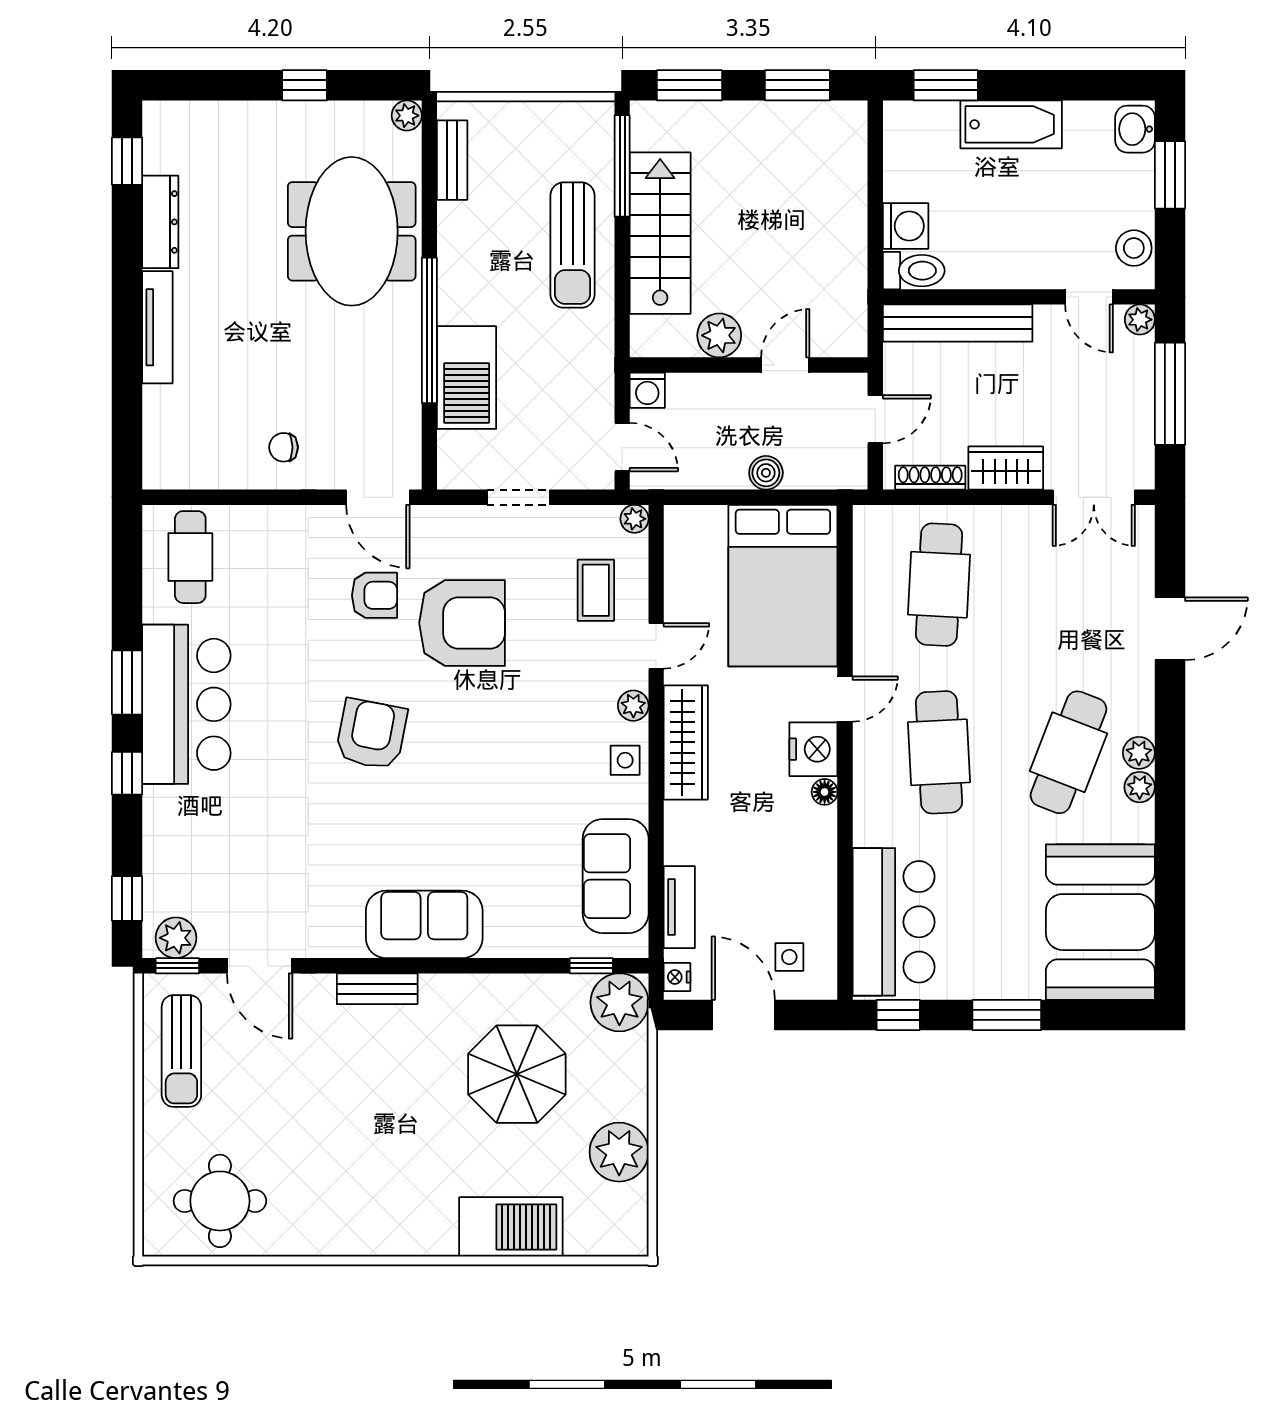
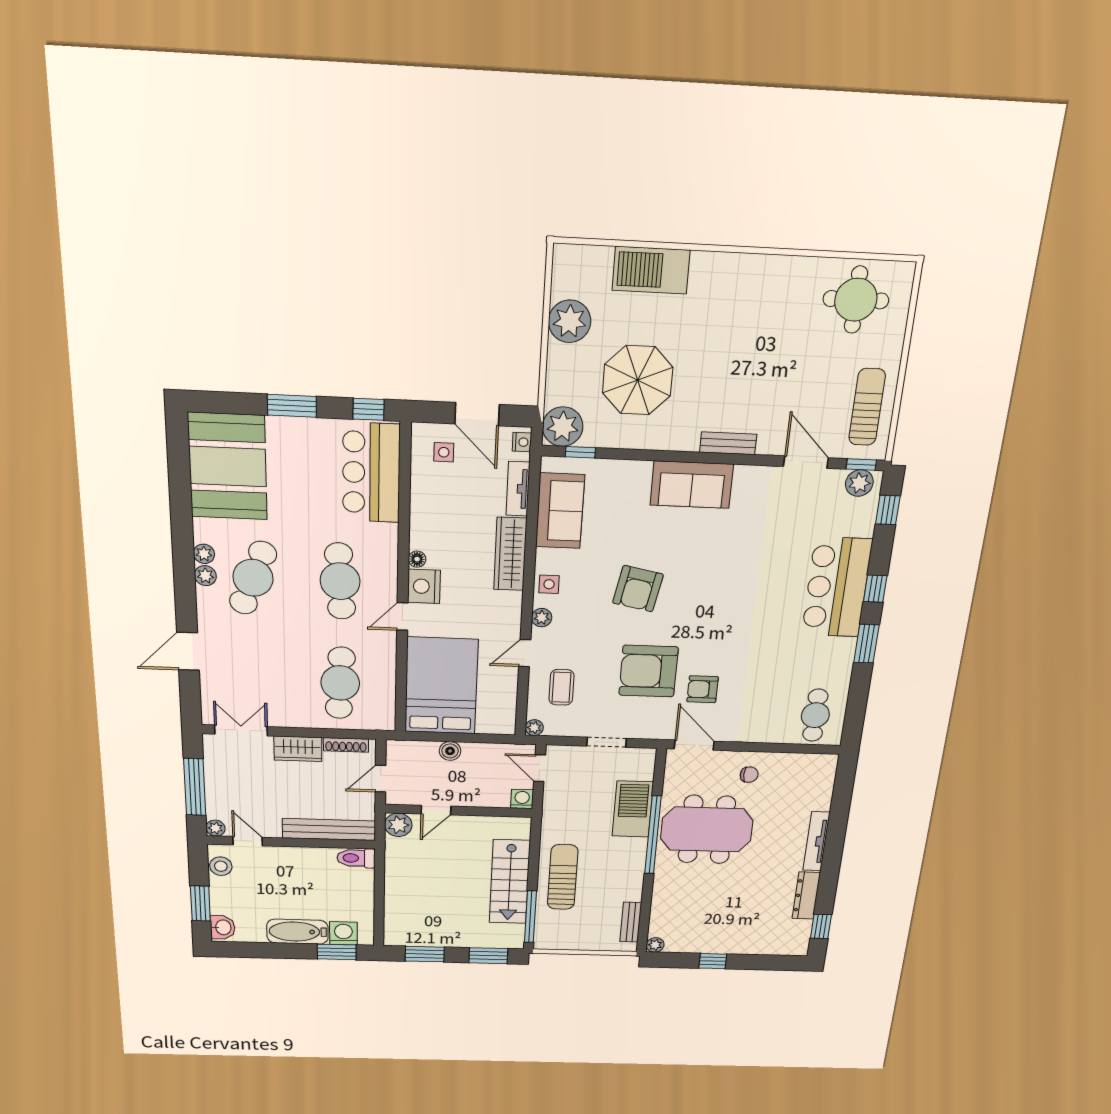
washing machine: (906, 226) -> (343, 933), moved, turned 90
meeting table: (352, 231) -> (707, 830), moved, turned 90
plant: (719, 335) -> (398, 825), moved
bar counter: (186, 704) -> (837, 587), moved
armchair: (371, 734) -> (638, 589), moved
wardrobe: (686, 742) -> (510, 554), moved

